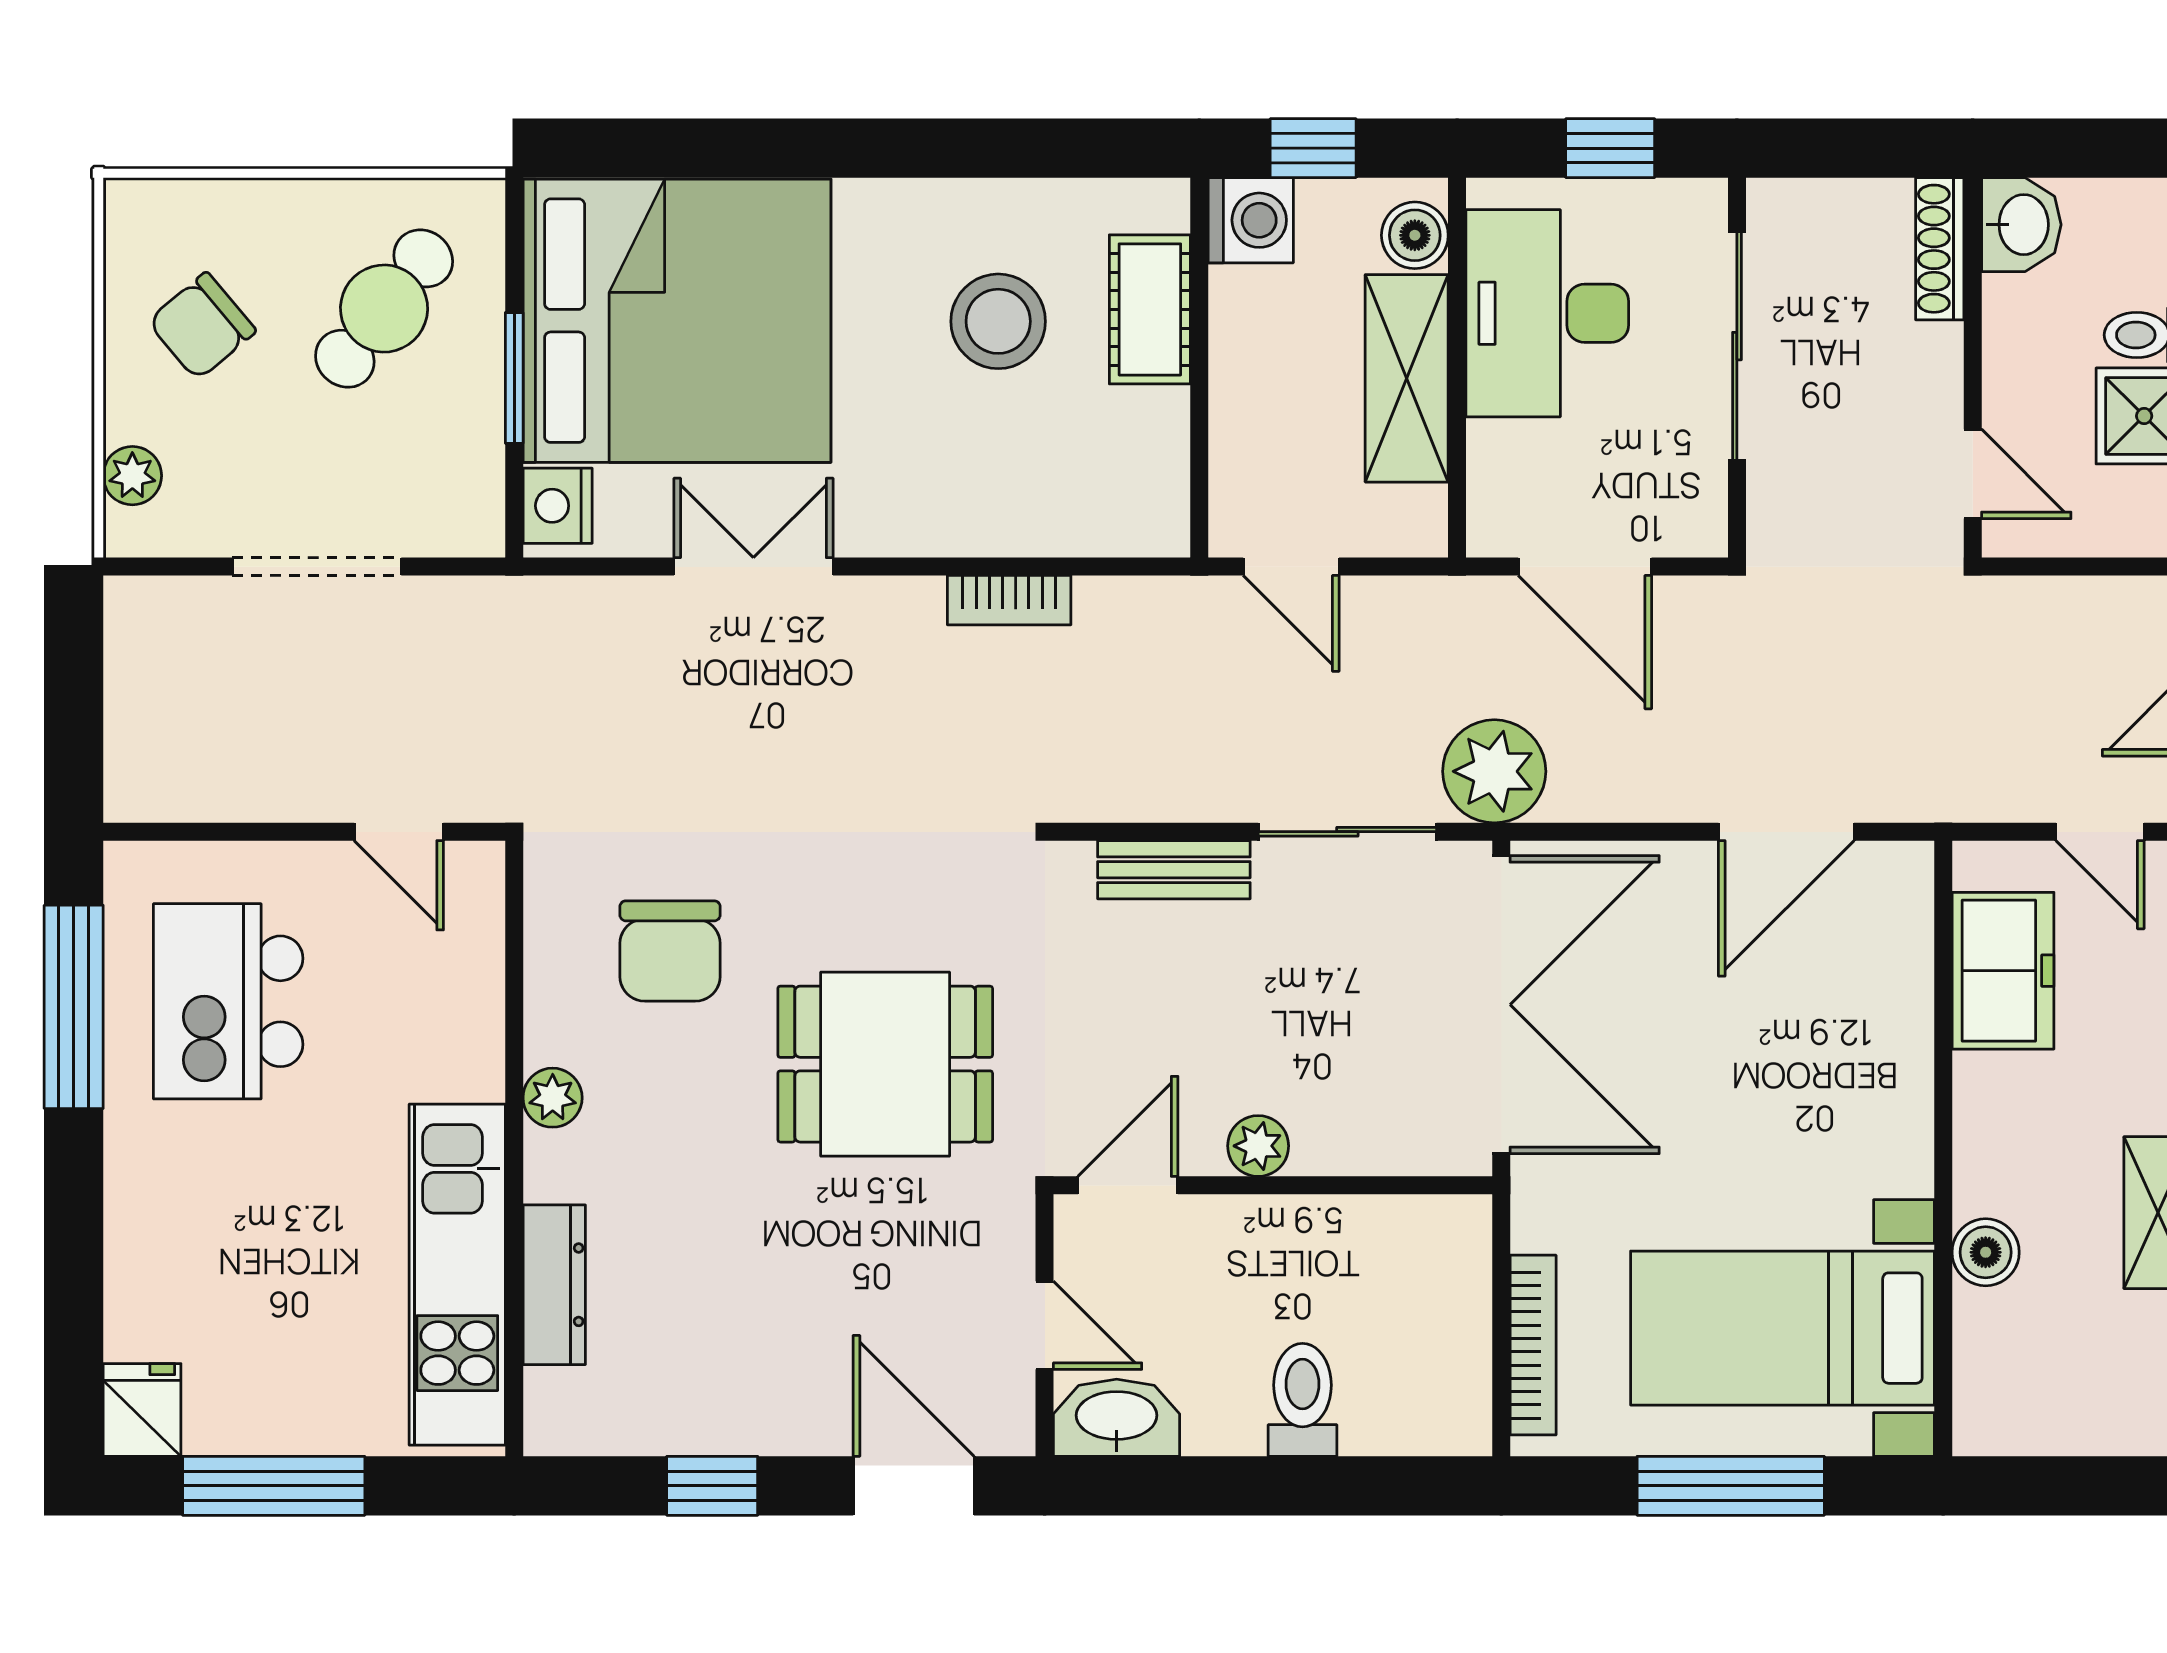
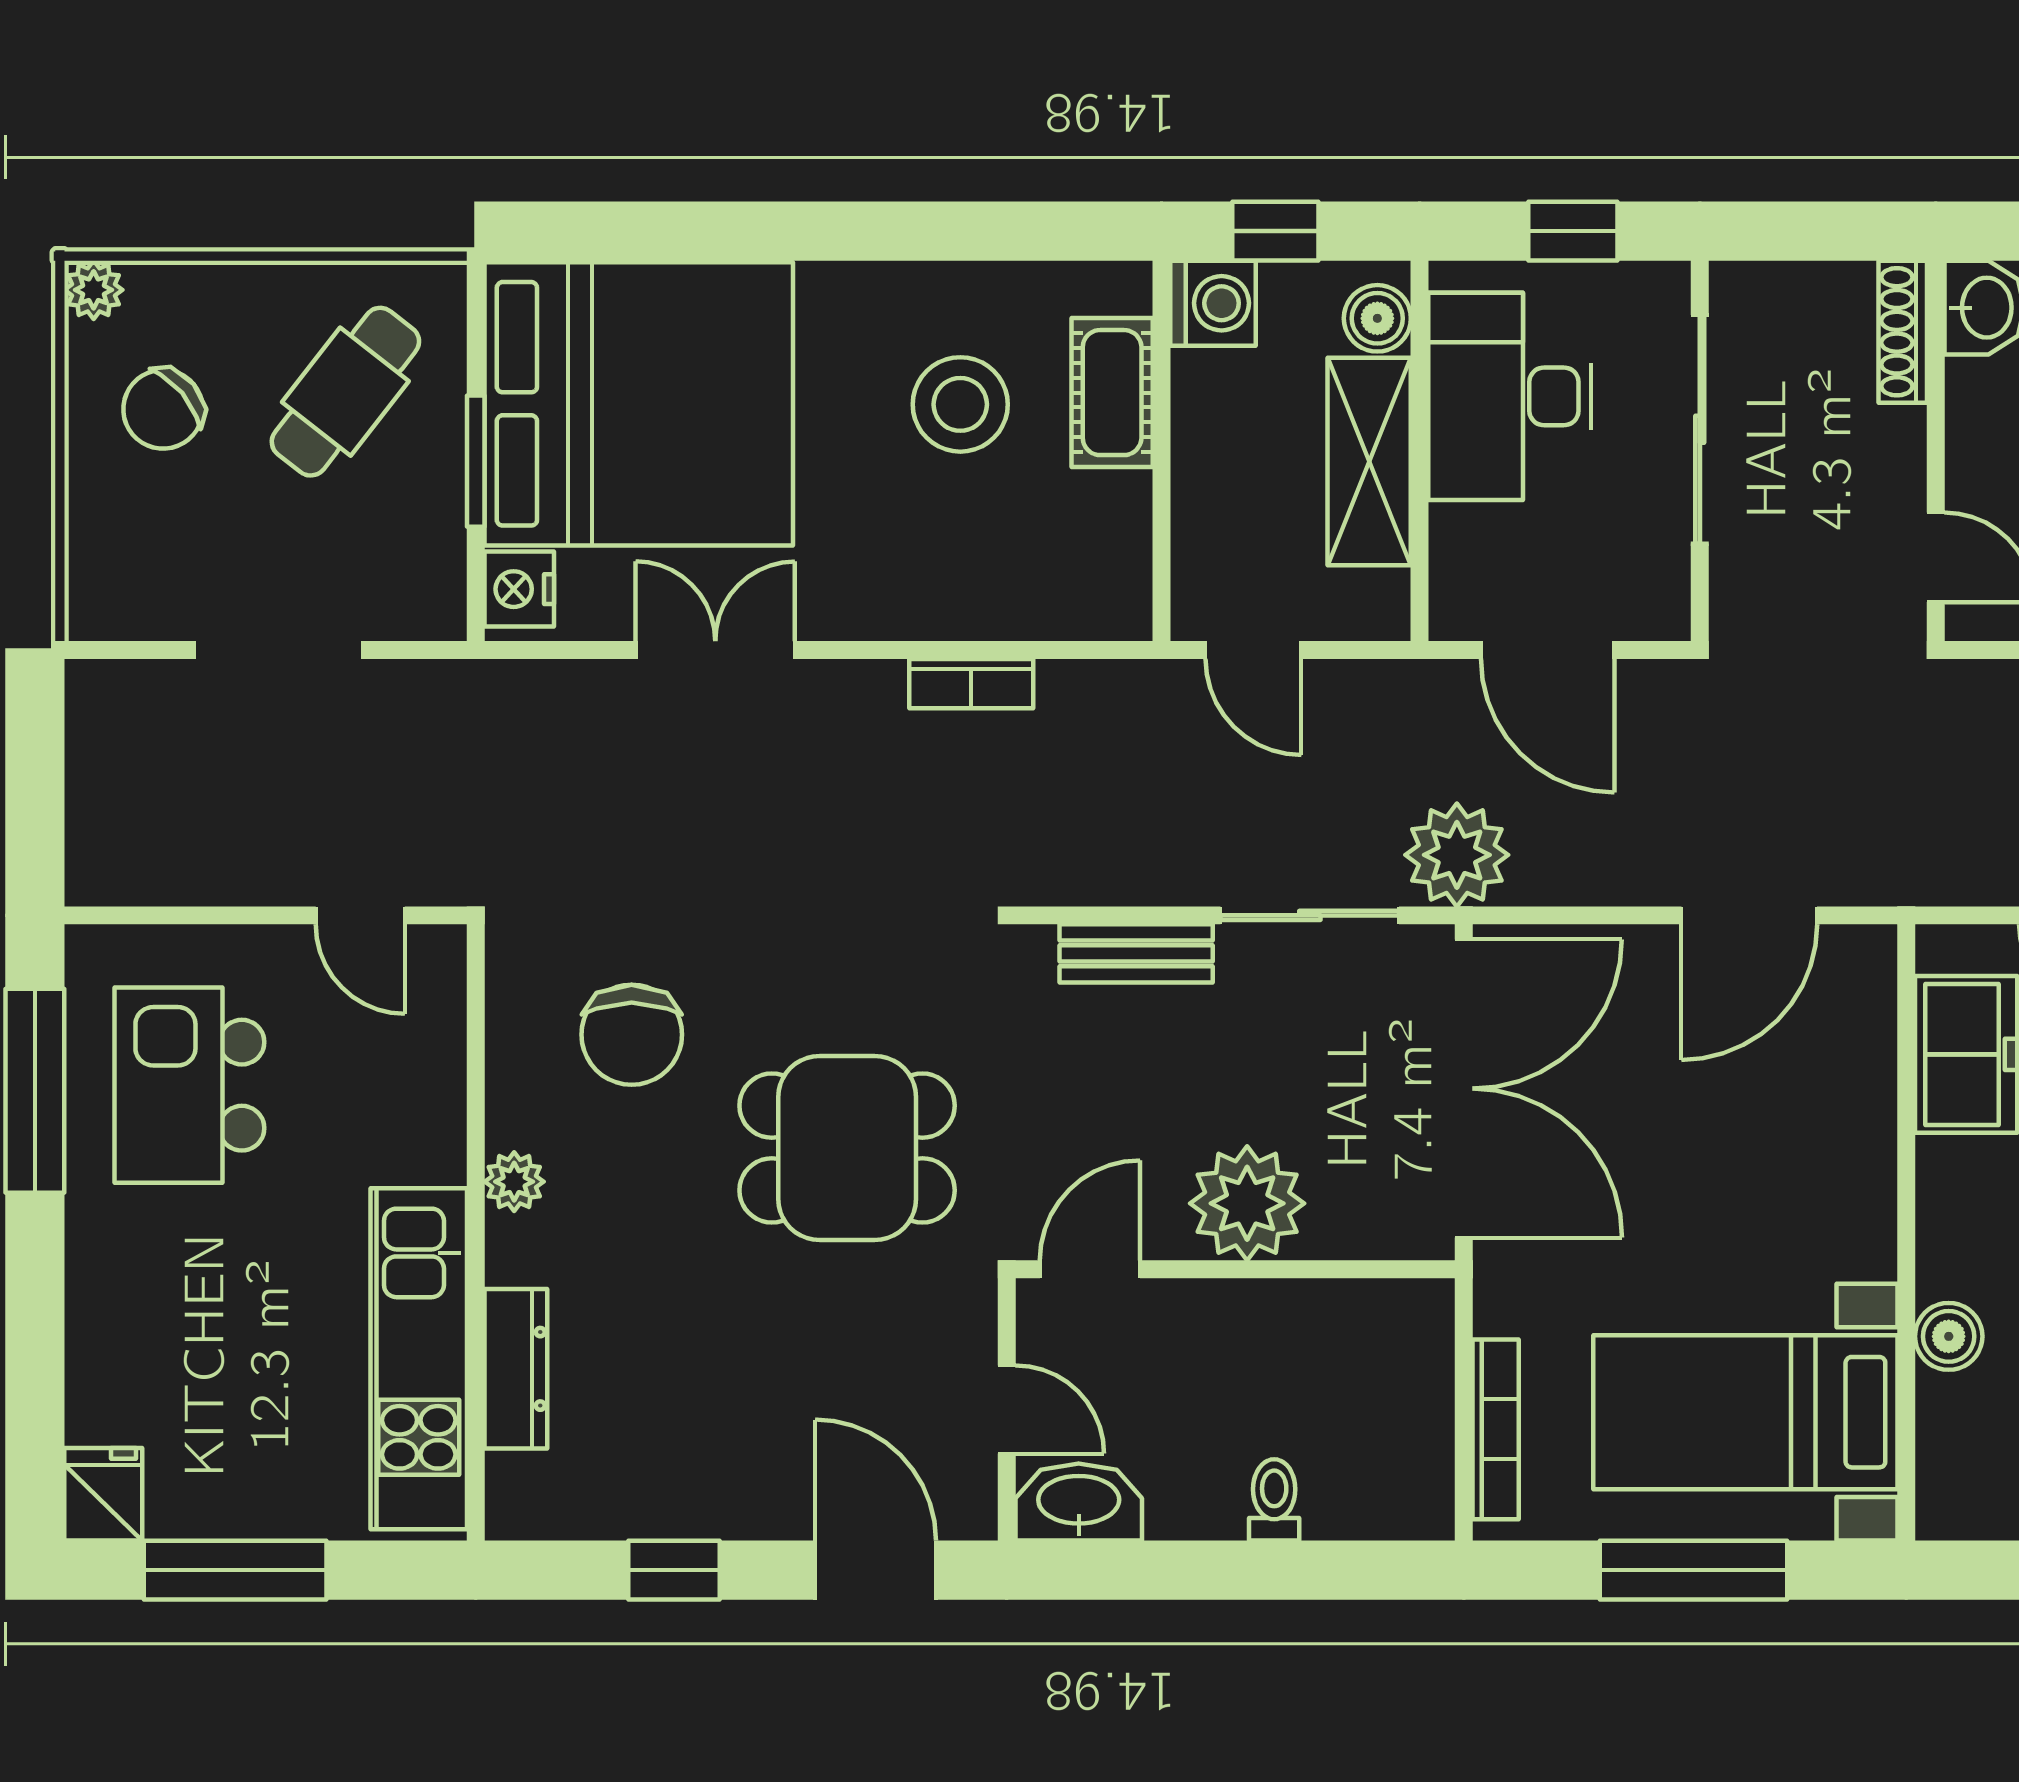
plant: (132, 476) -> (94, 290), moved
plant: (1258, 1146) -> (1247, 1203), width x1.88, depth x1.88
toilet: (1302, 1400) -> (1274, 1500), width x0.73, depth x0.72

